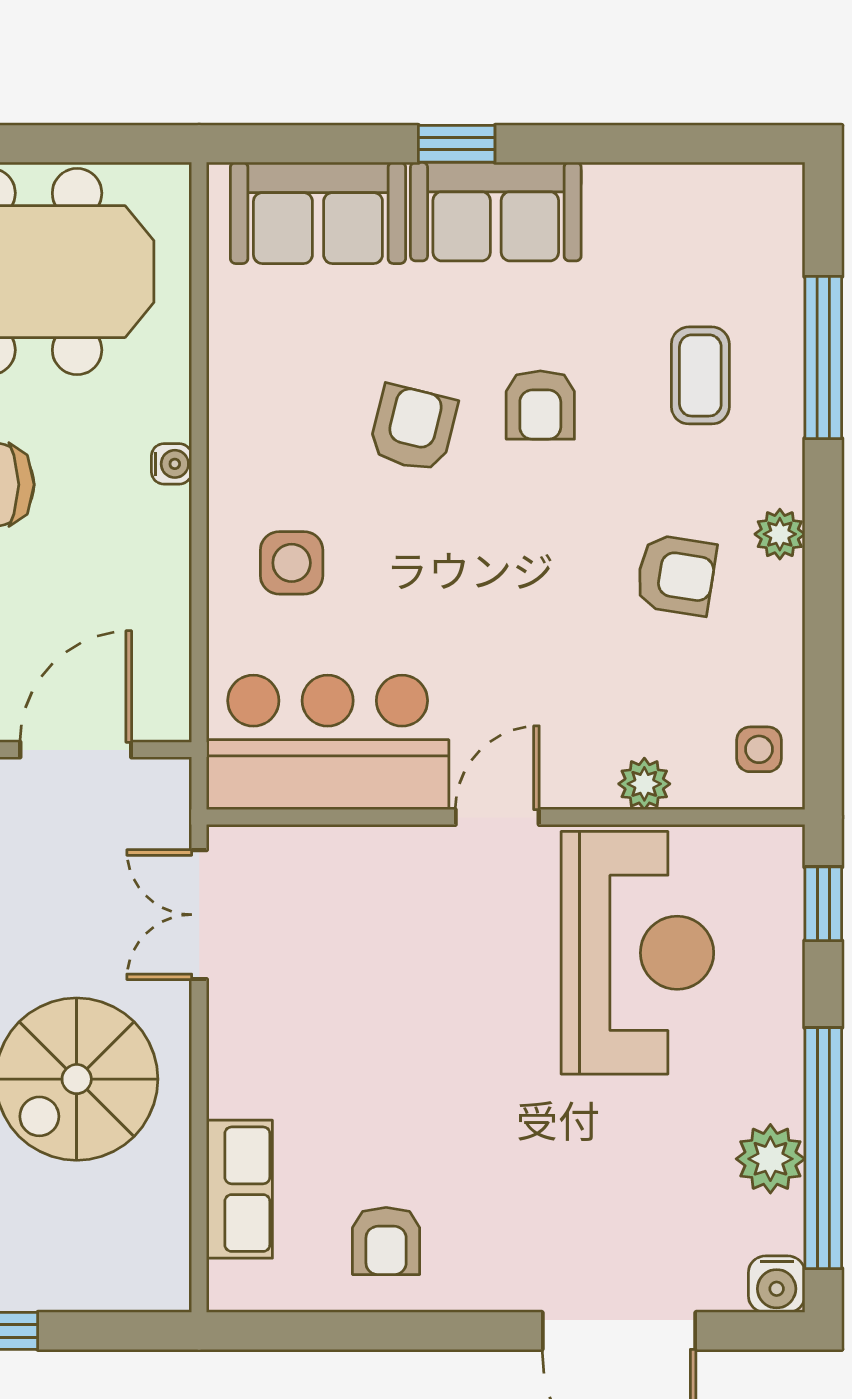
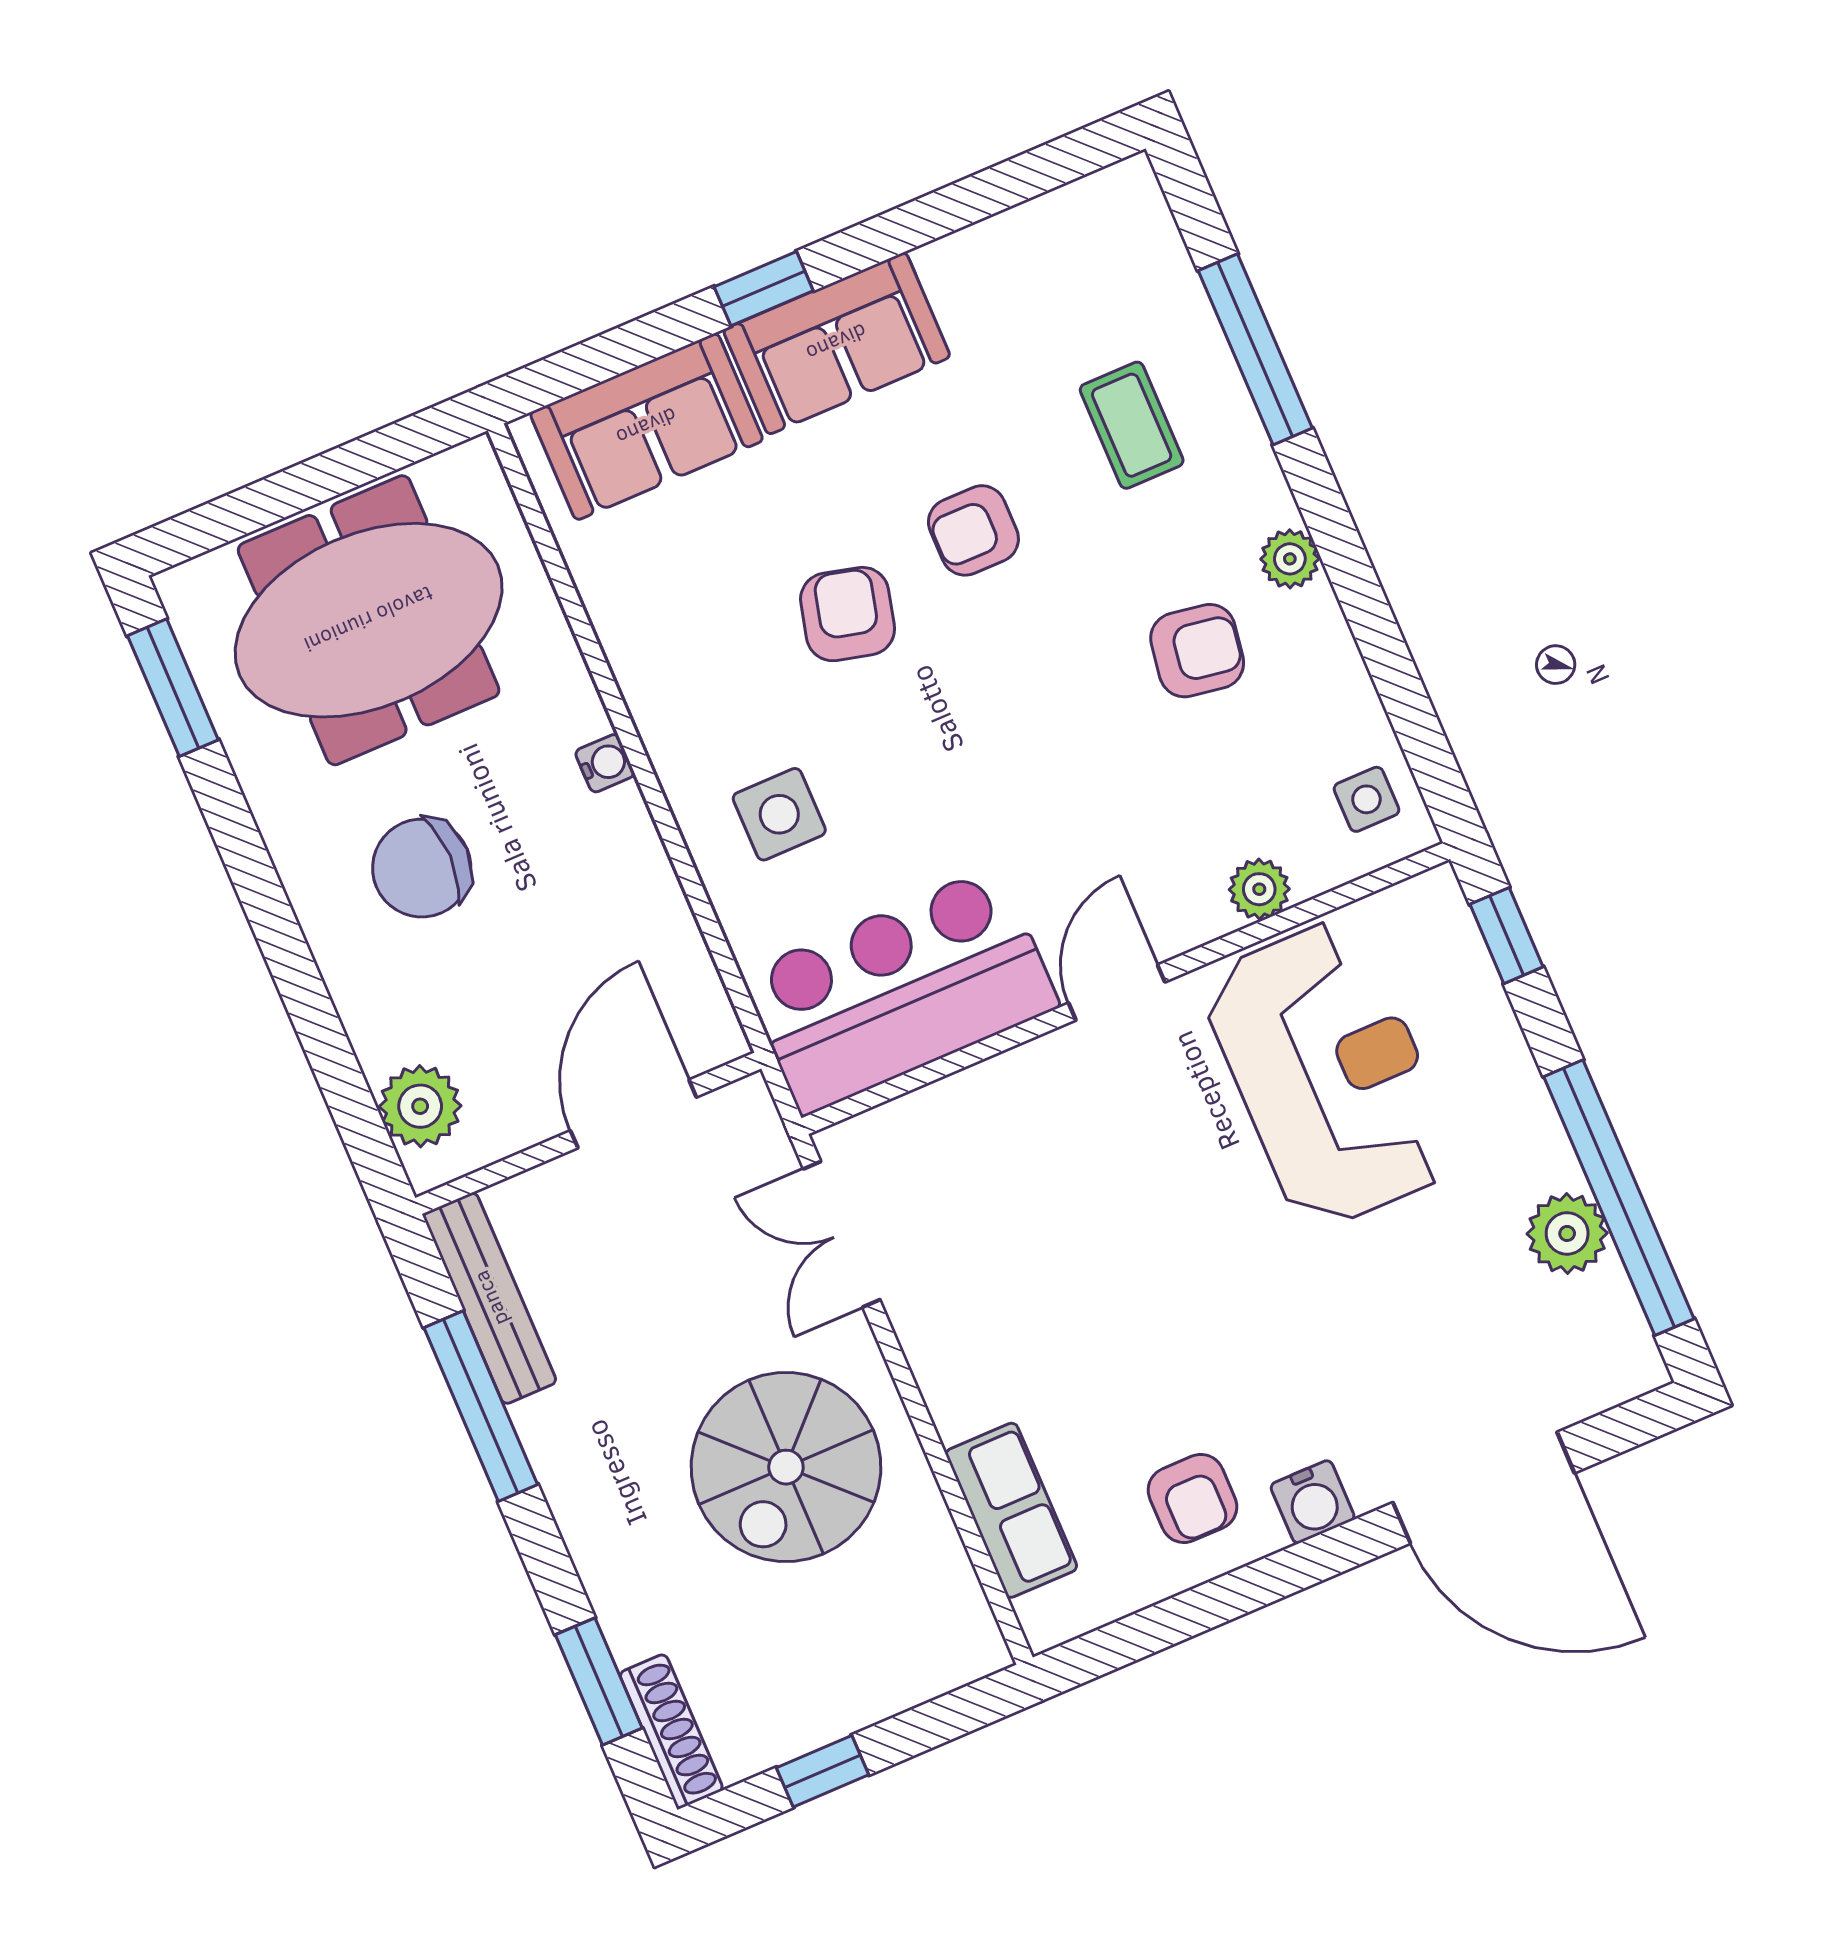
armchair: (540, 405) -> (973, 530), turned 90
water cooler: (777, 1284) -> (1313, 1502), moved

